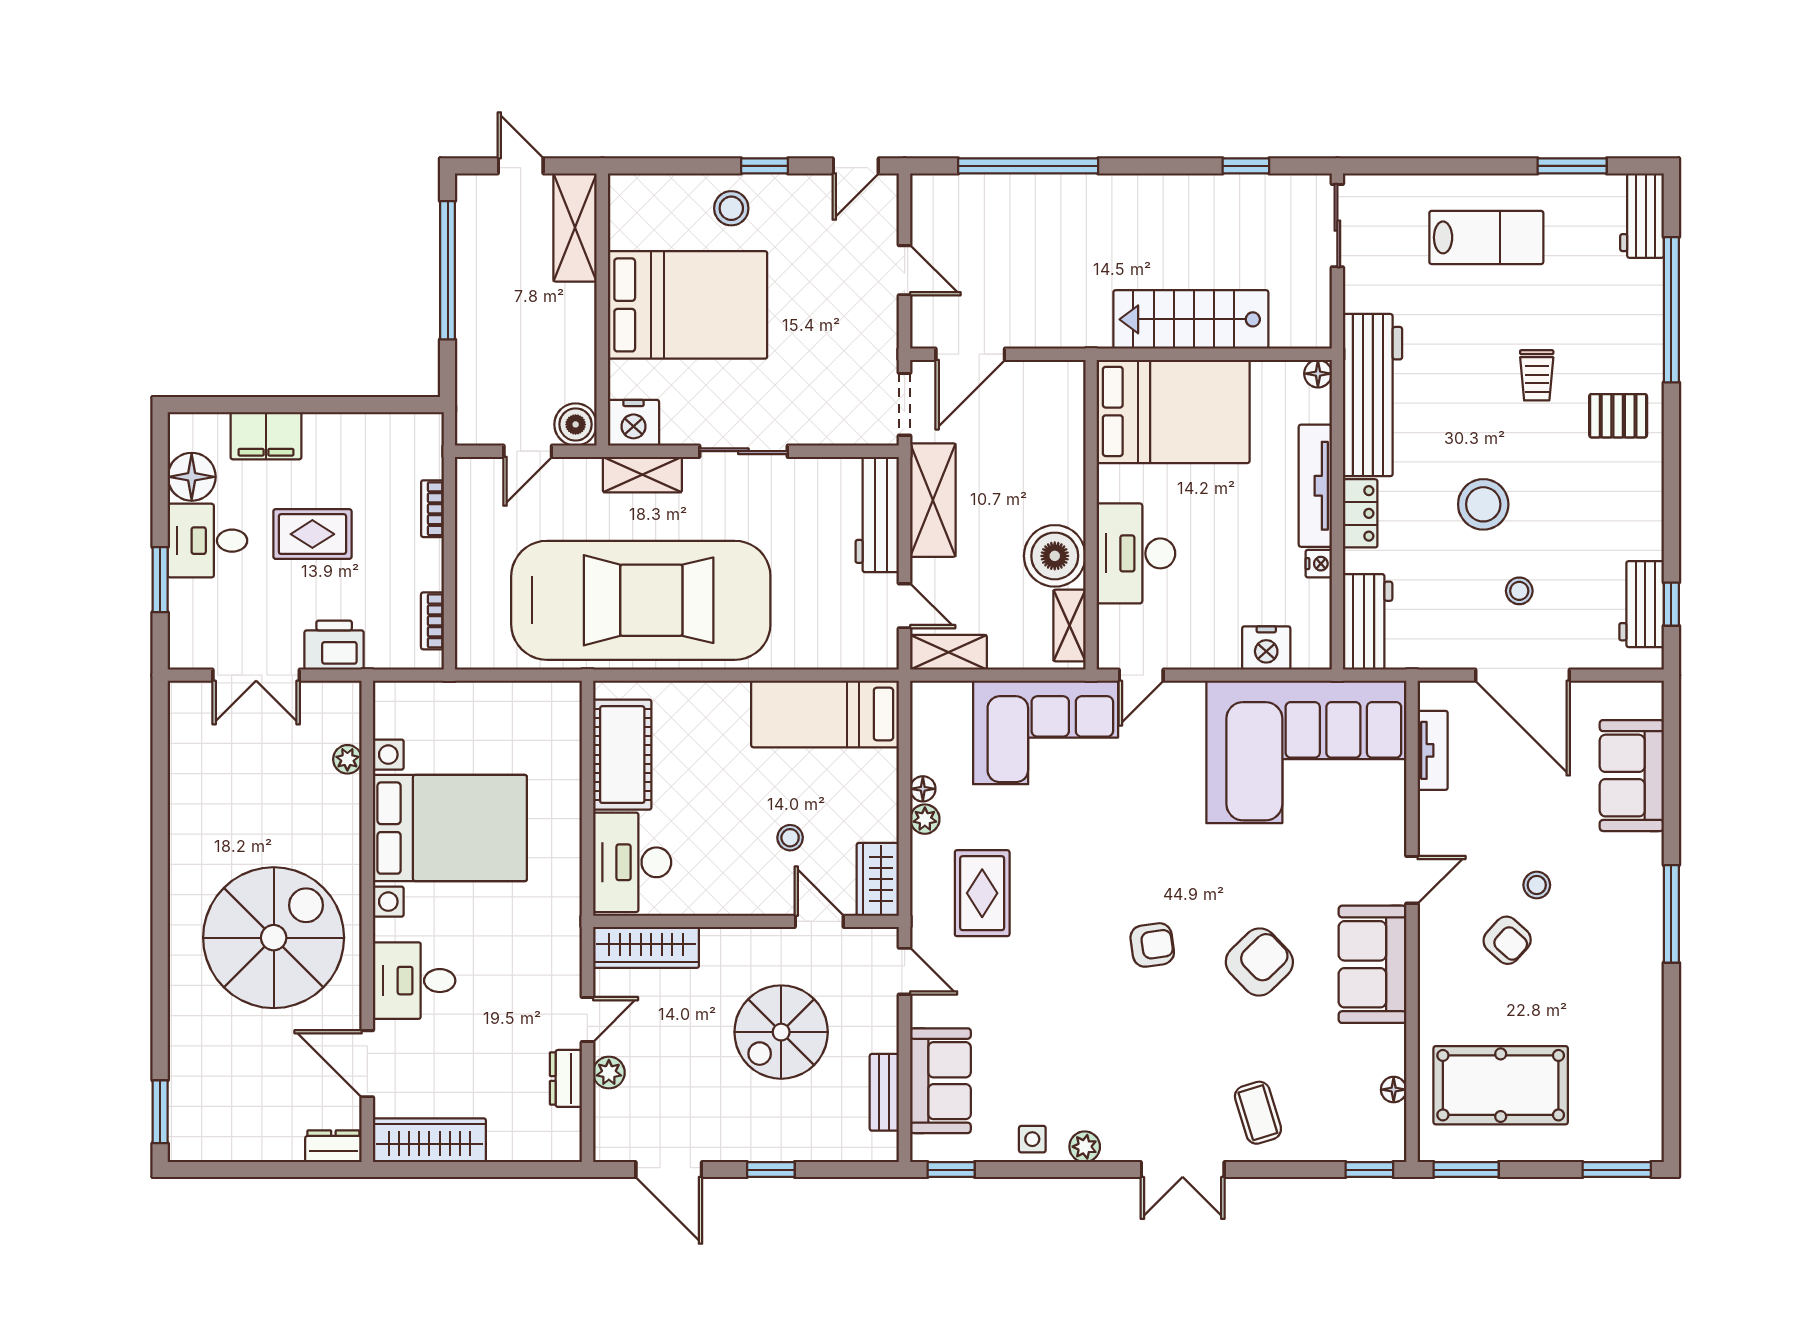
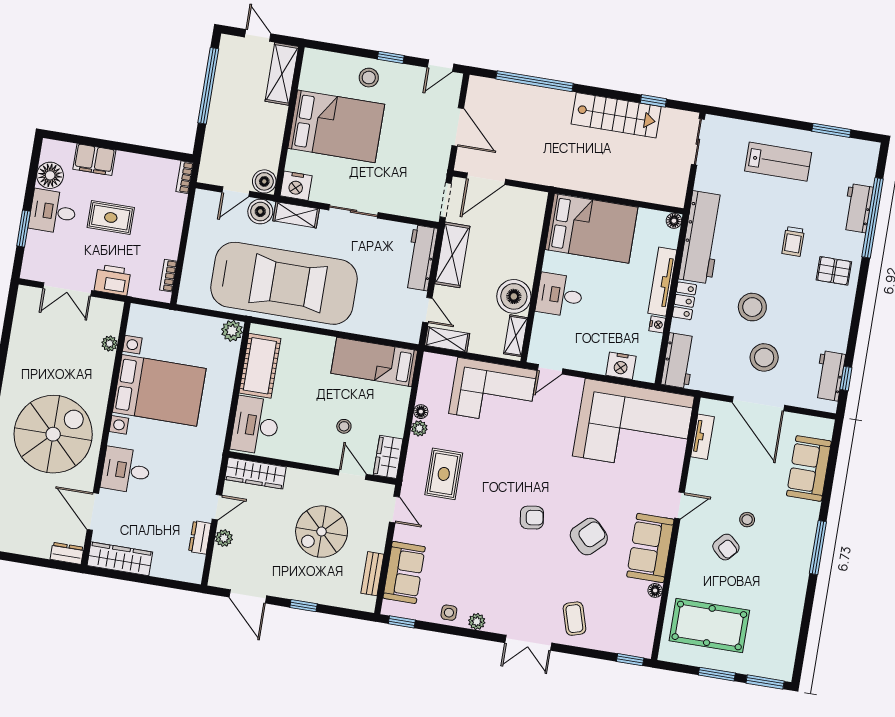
workbench: (1642, 216) -> (858, 208), moved
door: (905, 270) -> (458, 127), width x1.38
stairs: (1191, 319) -> (616, 115), moved, turned 180
boiler: (577, 479) -> (260, 212), added
bookcase: (432, 509) -> (185, 177), moved
desk: (1136, 553) -> (560, 295), width x0.73
stool: (1519, 591) -> (764, 357), width x1.89, depth x1.89
plant: (562, 700) -> (232, 331), added
floor lamp: (1394, 1090) -> (655, 590), moved
window: (1466, 1170) -> (717, 674), moved

